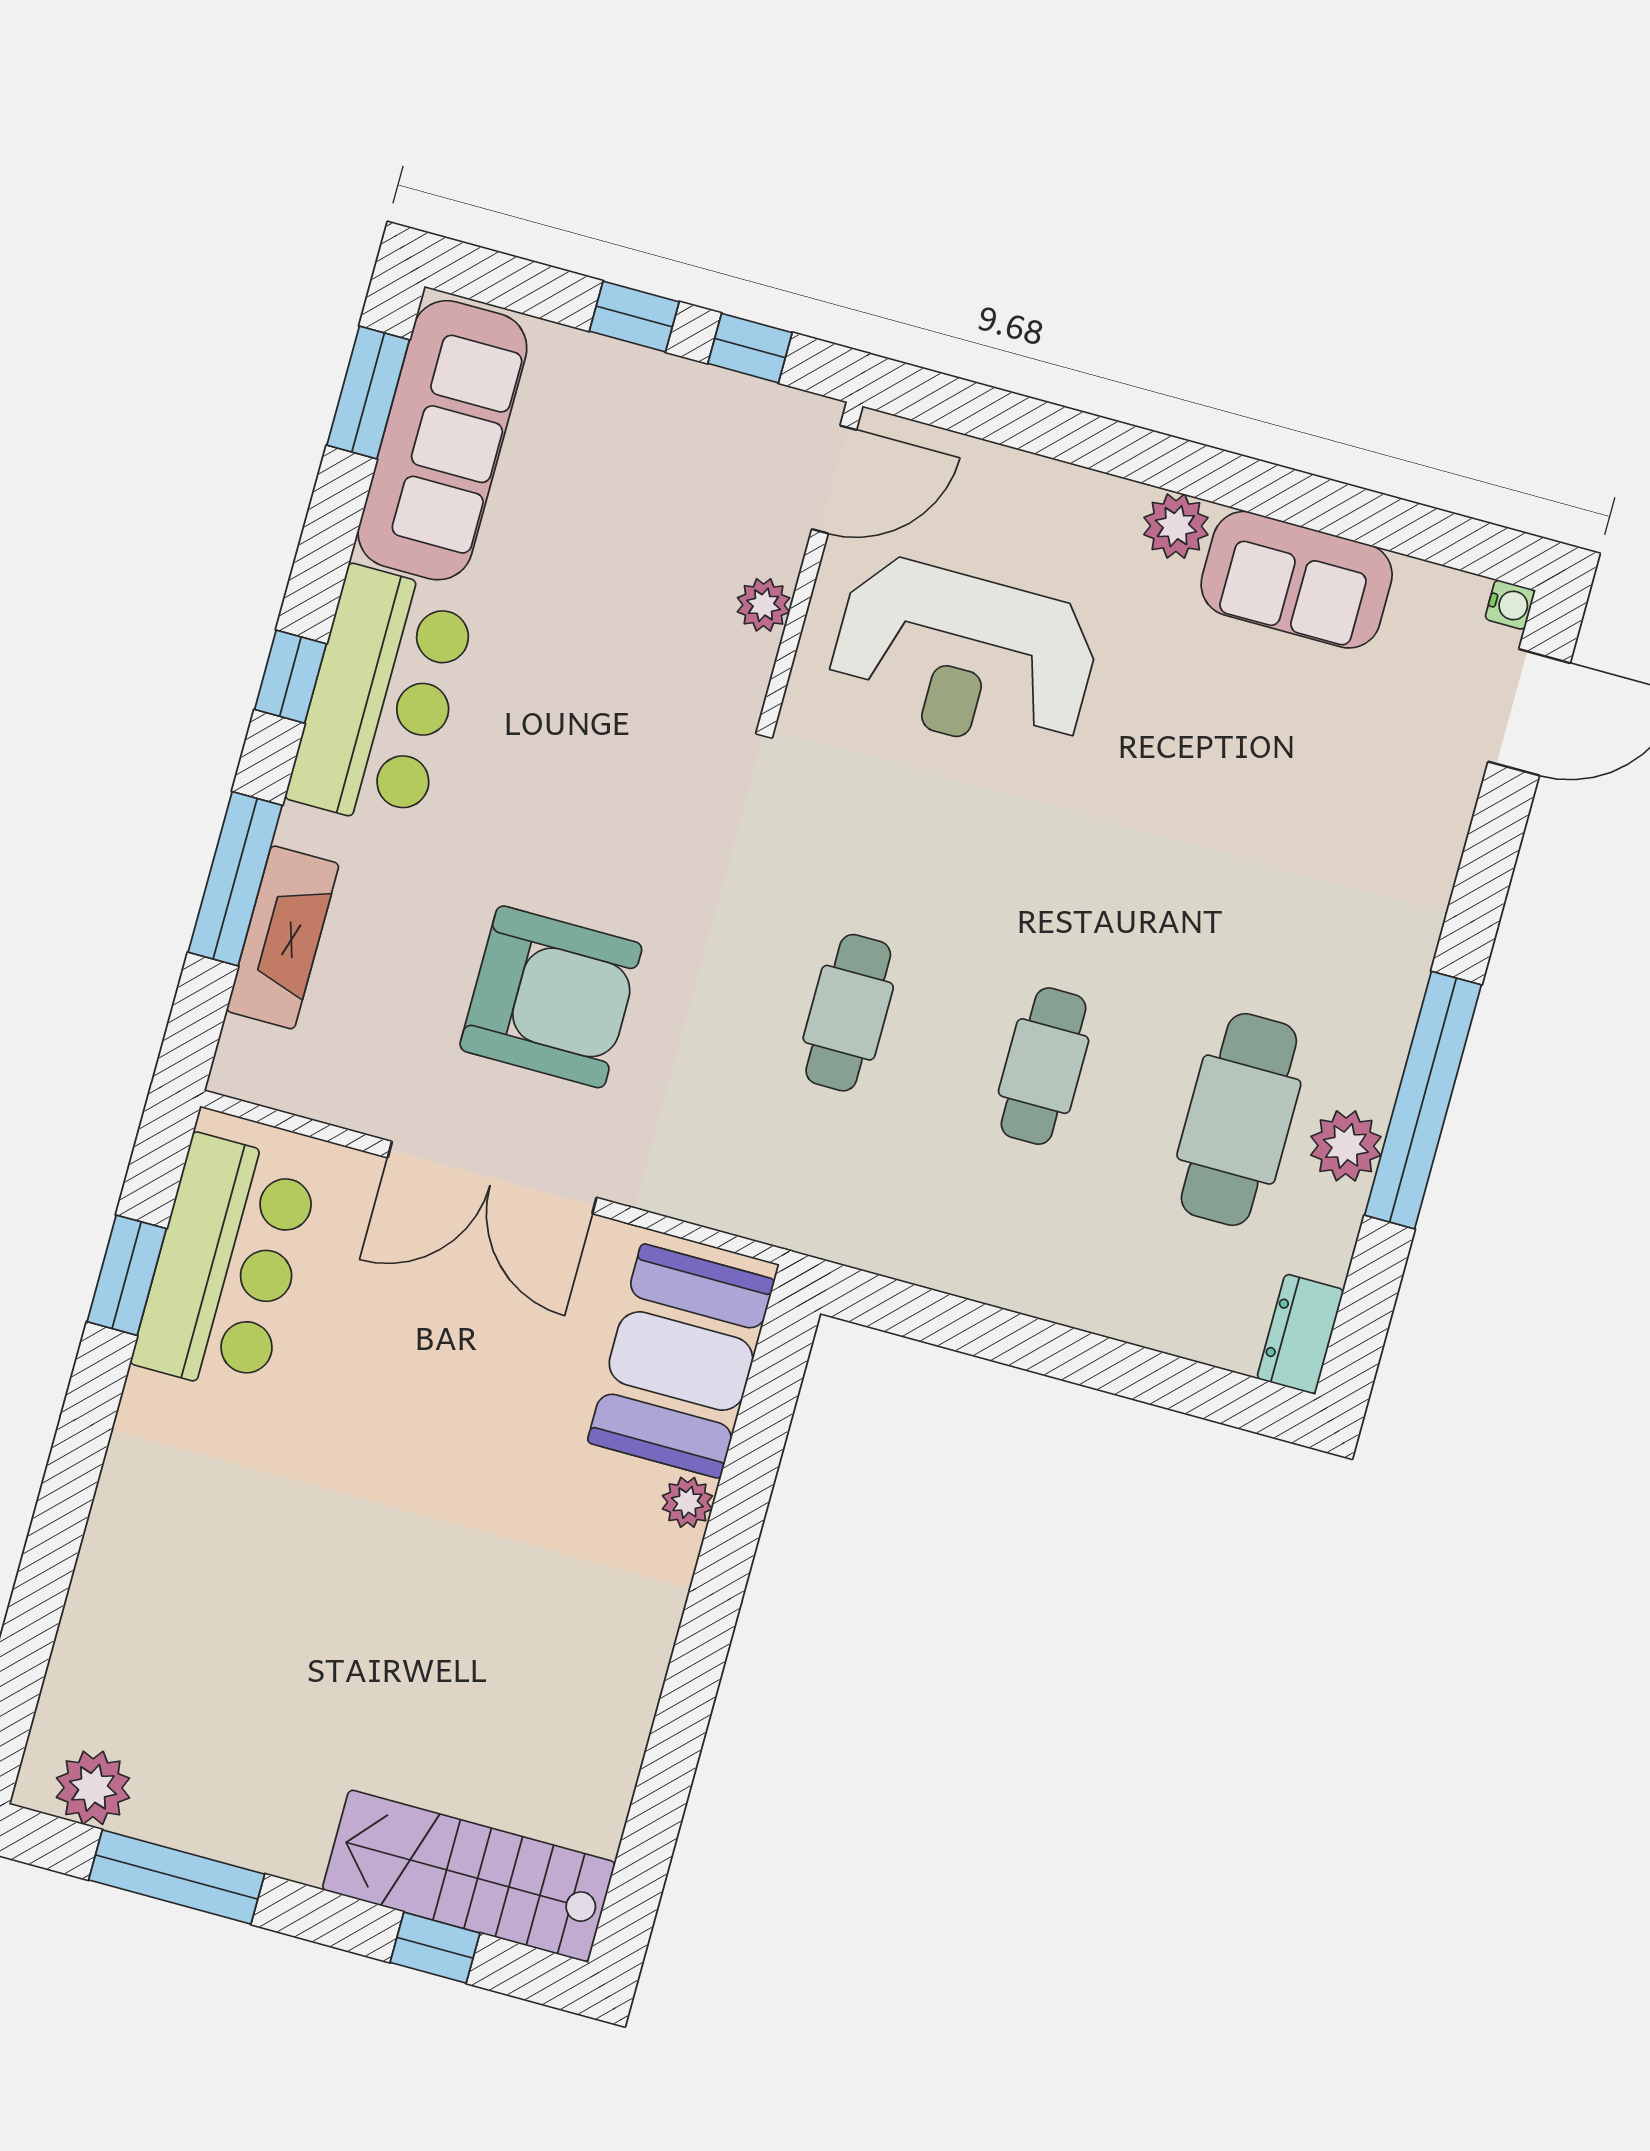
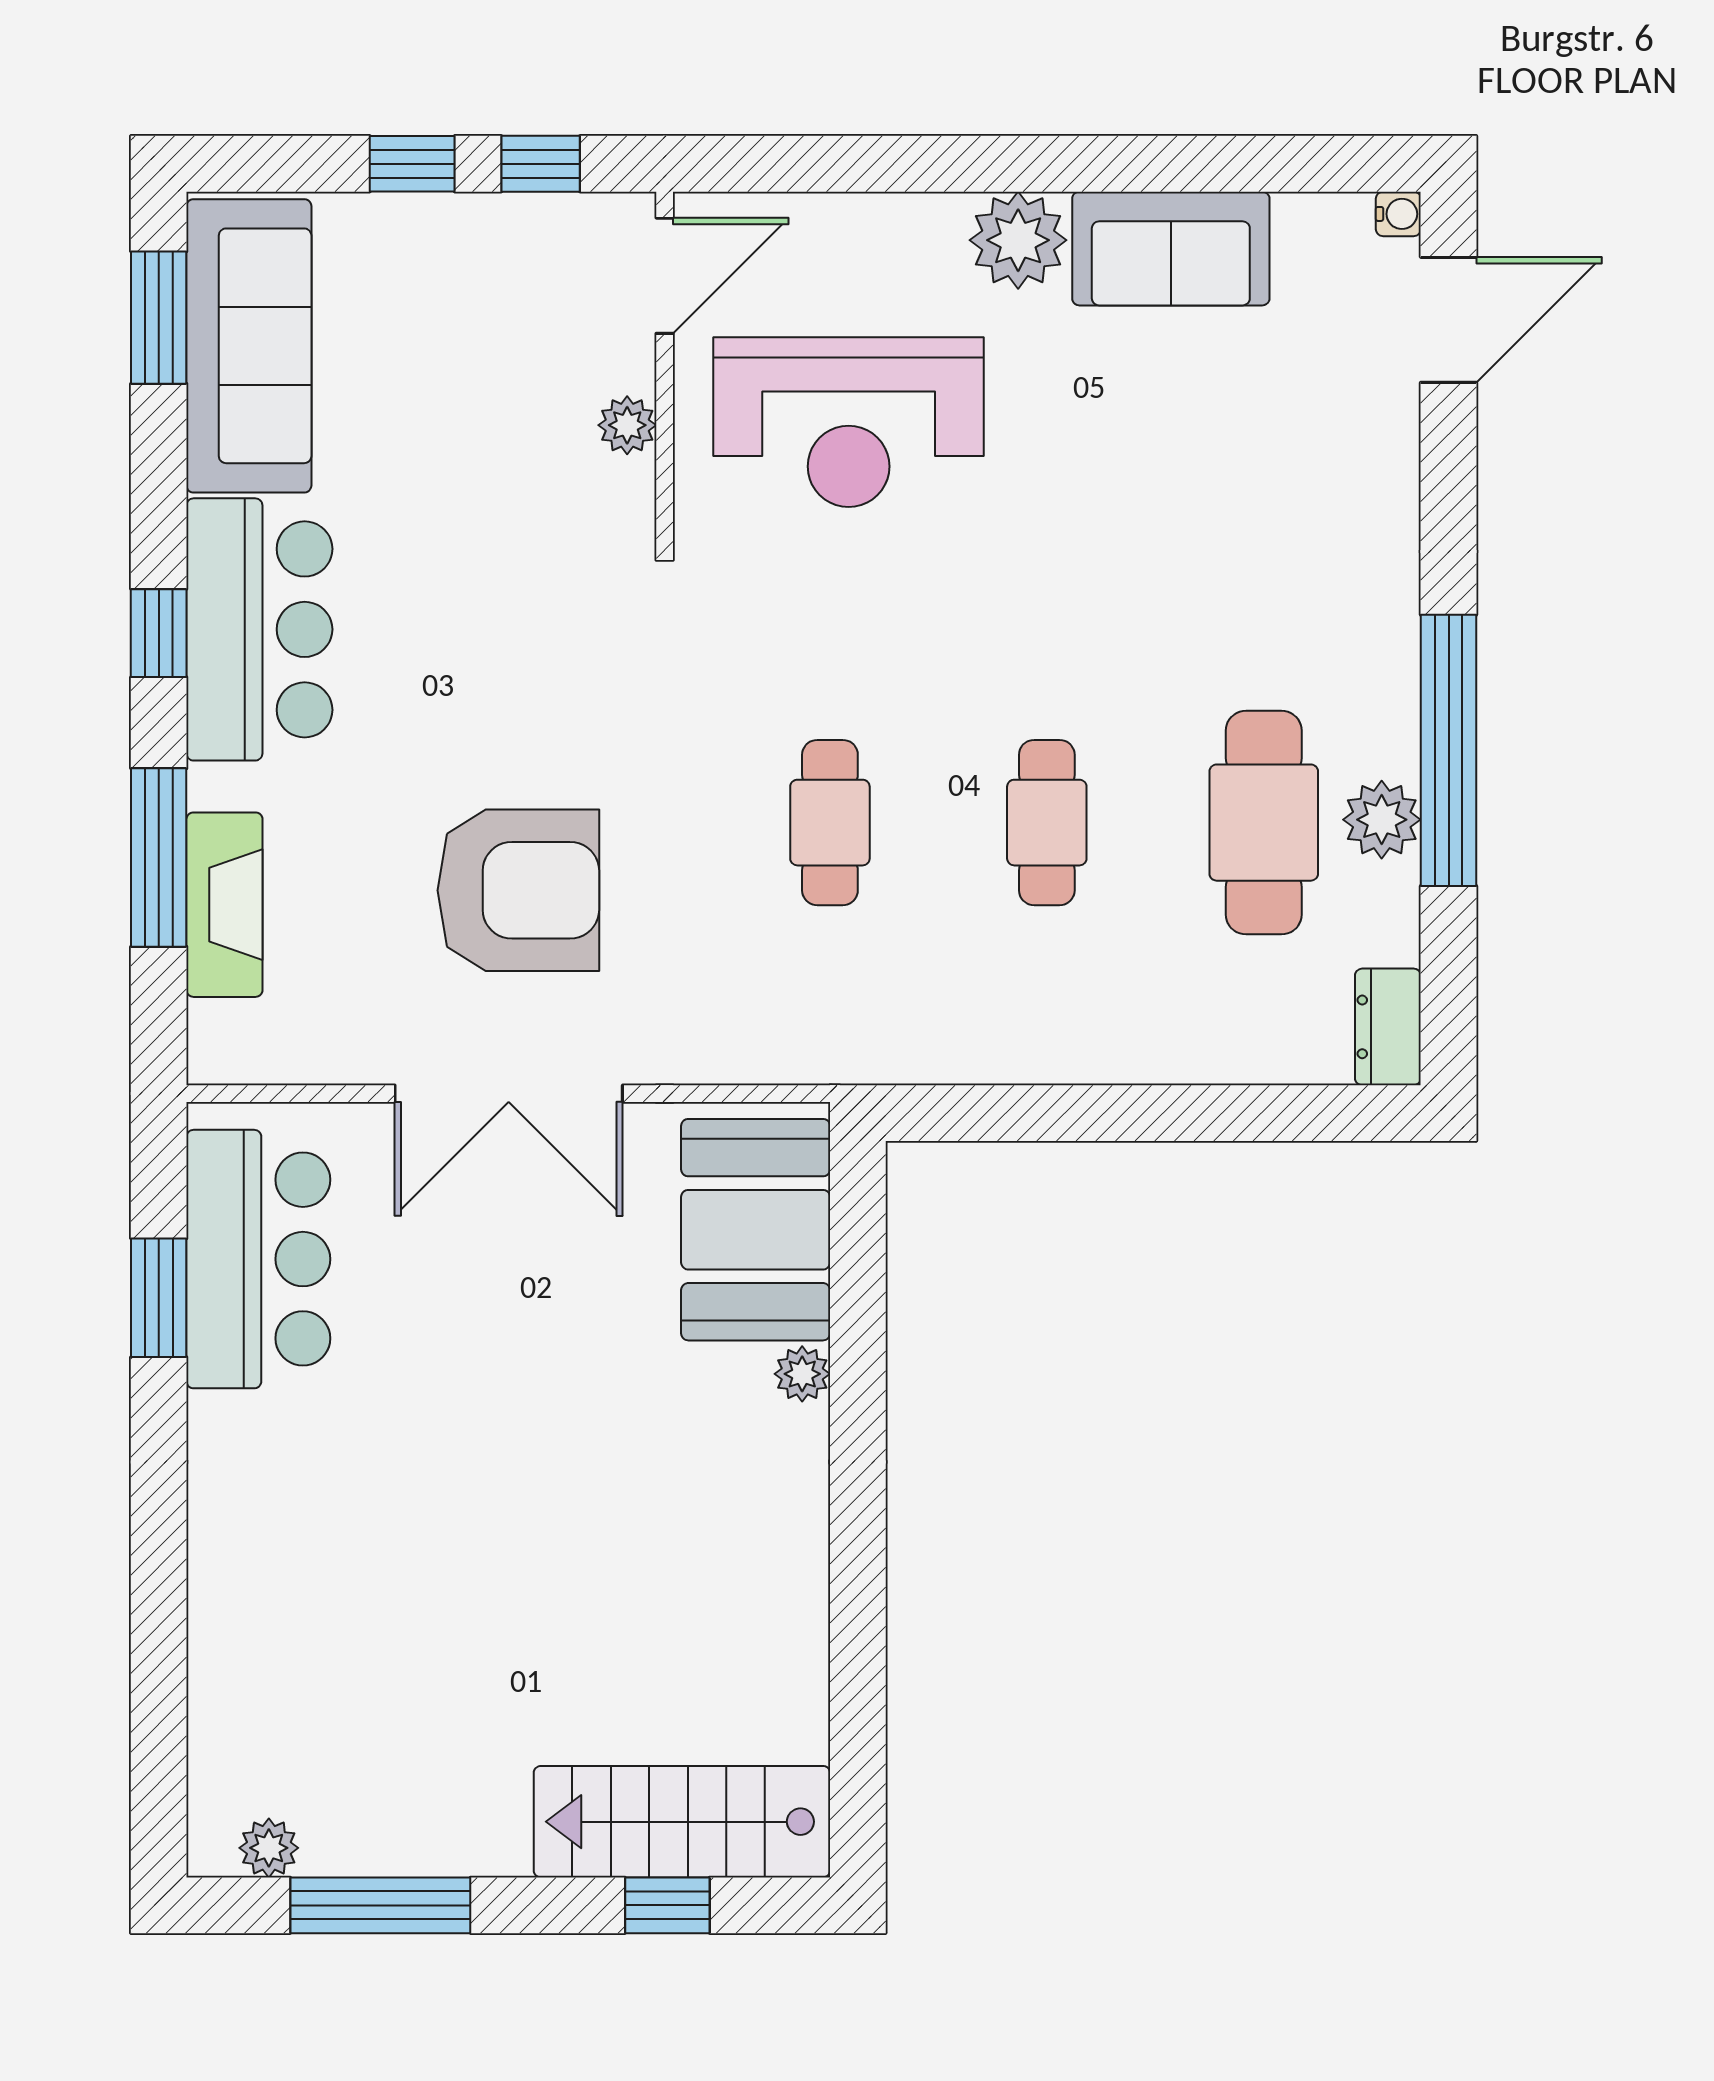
plant: (1176, 526) -> (1018, 240), width x1.36, depth x1.36
plant: (93, 1788) -> (269, 1848), width x0.73, depth x0.73

